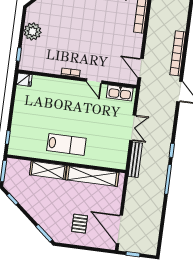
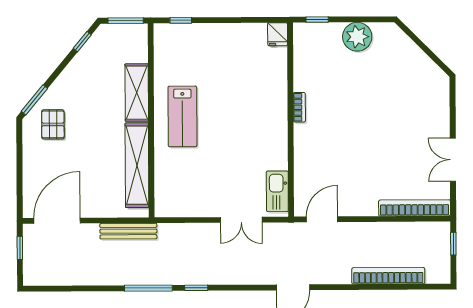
bookcase: (178, 53) -> (388, 276), moved
door: (94, 81) -> (291, 147), removed
double door: (133, 128) -> (241, 220), moved
bench: (135, 160) -> (128, 231), moved
pallet: (80, 224) -> (53, 124), moved, turned 90

